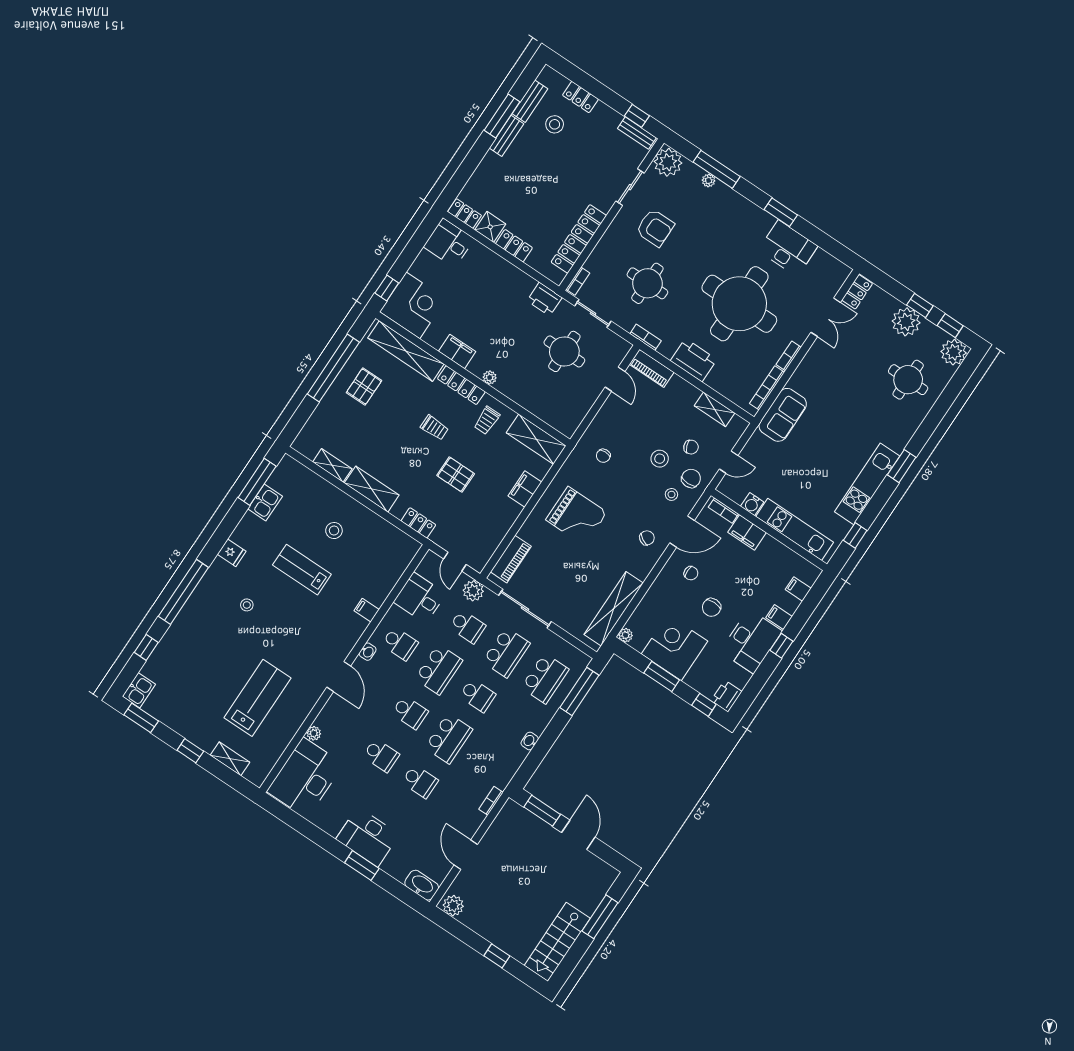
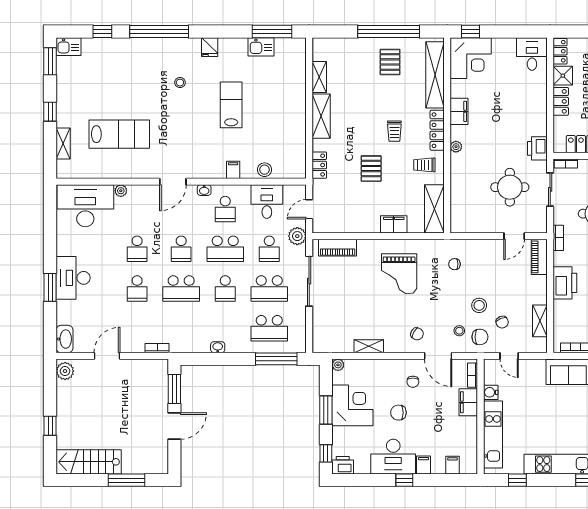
pallet: (364, 387) -> (390, 62), turned 90
stool: (334, 531) -> (265, 170), moved
shelving: (614, 609) -> (369, 346), width x0.45, depth x0.75

